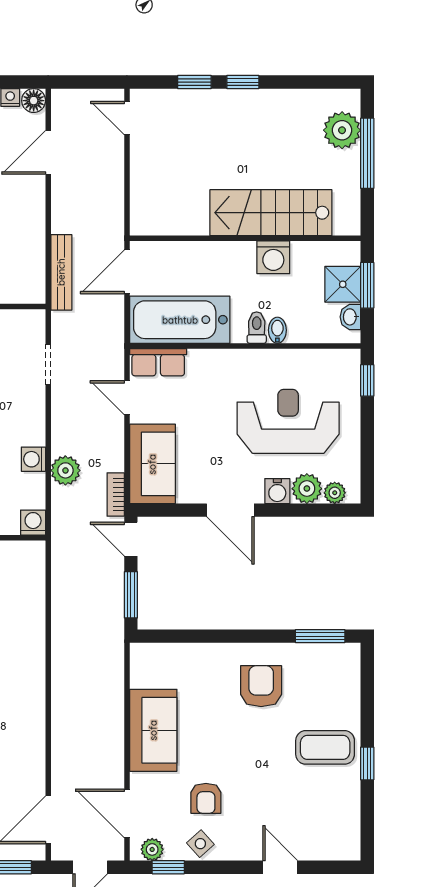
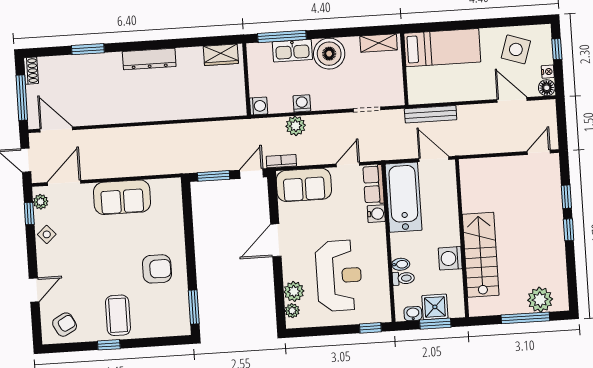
toilet: (257, 328) -> (403, 278), moved
water cooler: (277, 491) -> (376, 214), moved, turned 180
armchair: (206, 798) -> (65, 325), moved, turned 152

